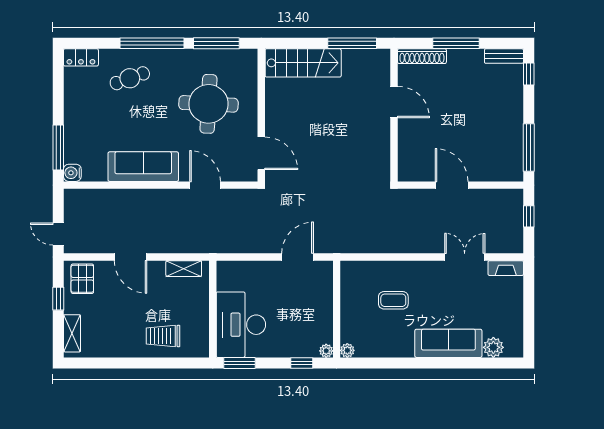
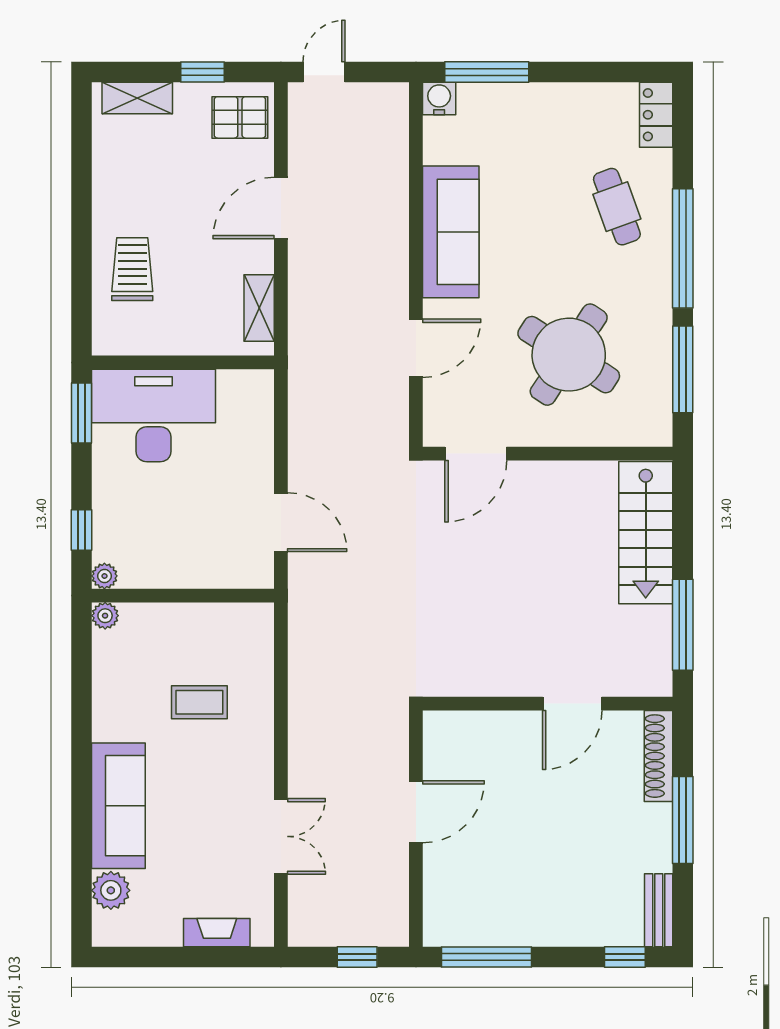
round table: (208, 104) -> (569, 355), turned 30
fireplace: (506, 268) -> (217, 933), moved, turned 90
coffee table: (393, 300) -> (199, 702), turned 90

